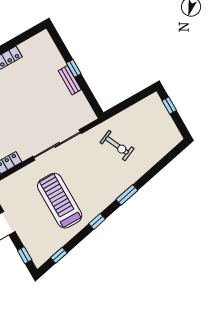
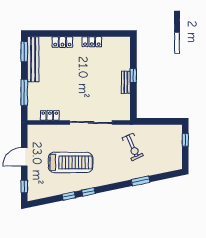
window: (127, 195) -> (141, 181), moved
treadmill: (60, 201) -> (71, 162), turned 90
window: (59, 255) -> (69, 196), moved

